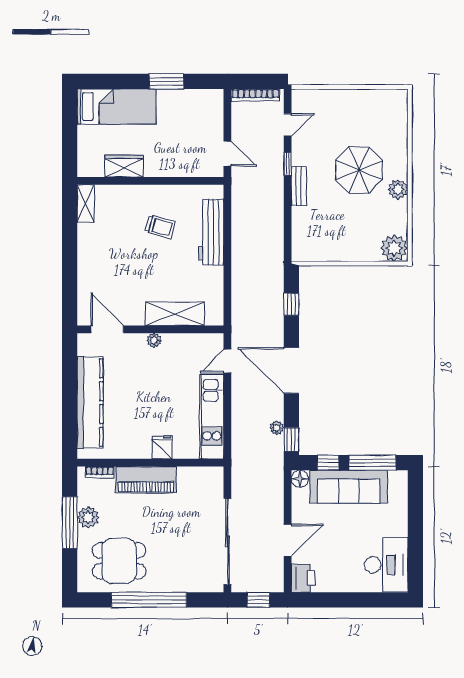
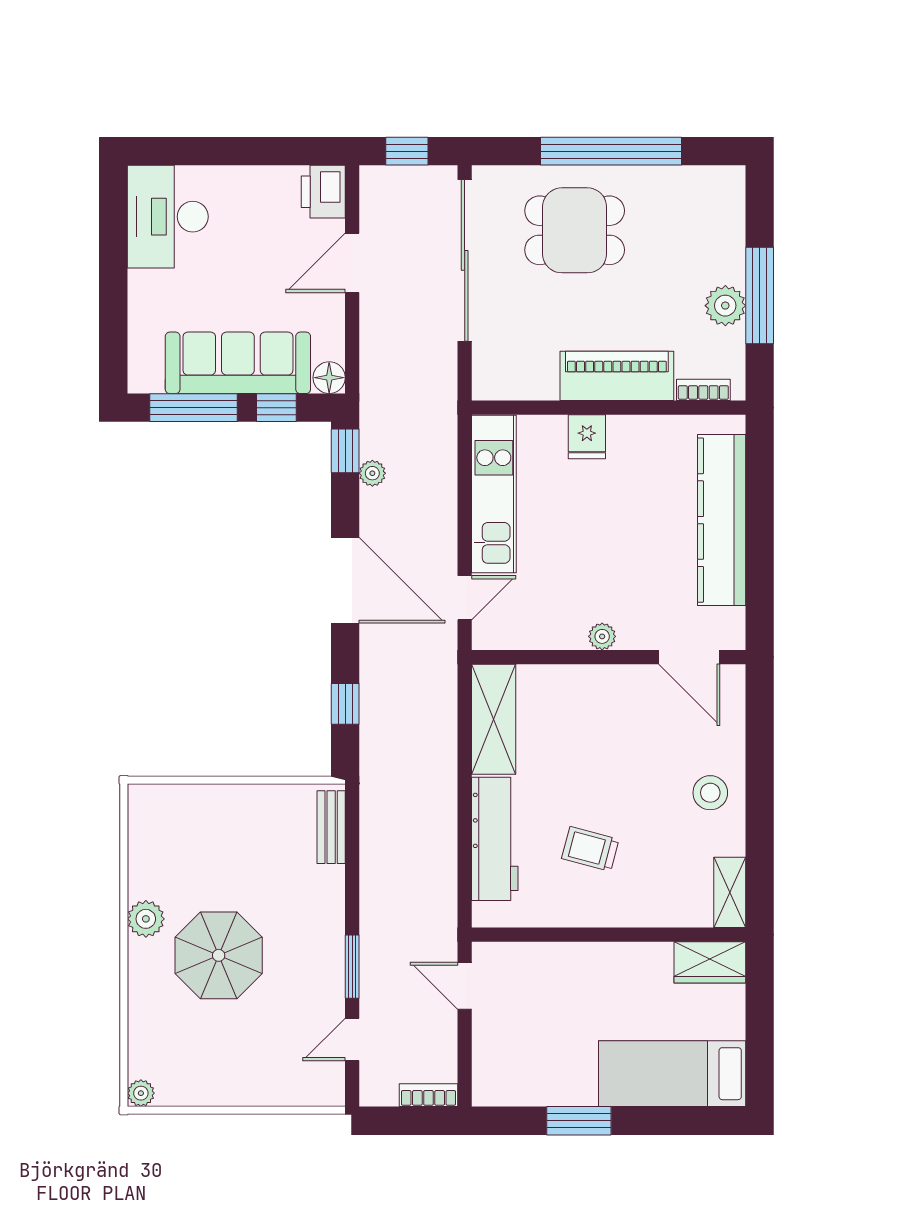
bookcase: (255, 95) -> (429, 1095), width x0.64
window: (288, 164) -> (352, 967), width x1.50
wardrobe: (124, 166) -> (710, 962), moved
bench: (299, 186) -> (331, 827), moved
plant: (394, 248) -> (141, 1093), moved, width x0.53, depth x0.53
stool: (96, 257) -> (710, 793), added
shelving: (175, 314) -> (494, 719), moved, turned 90
dining table: (119, 561) -> (575, 230), moved

